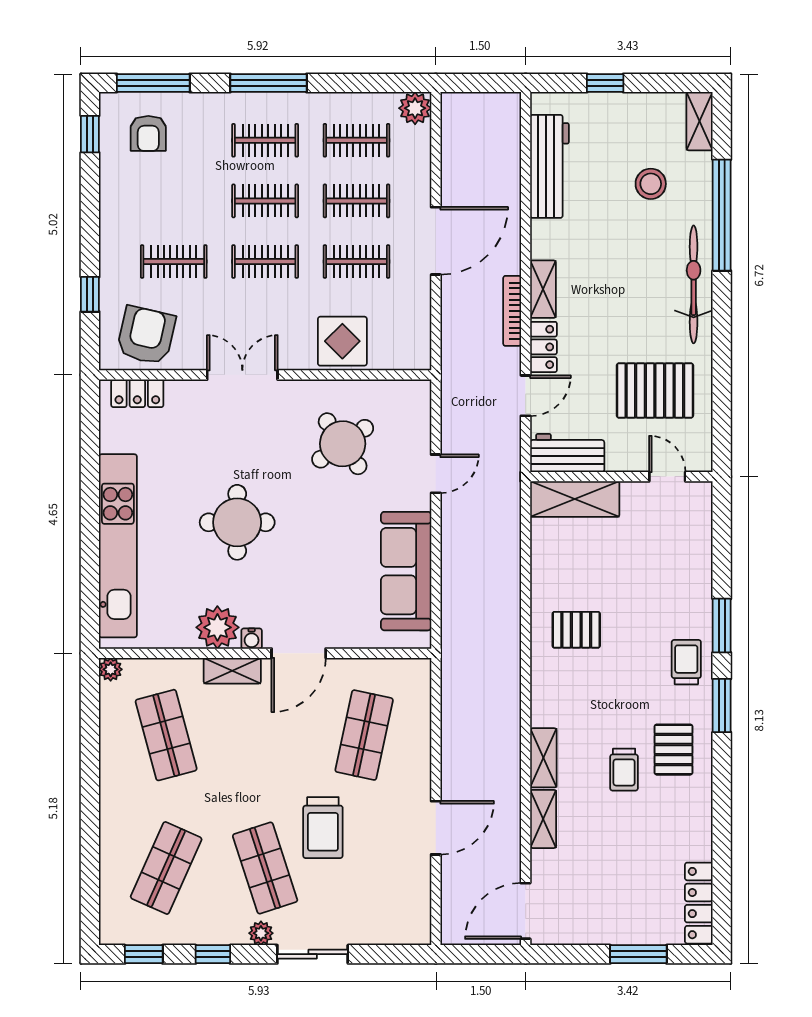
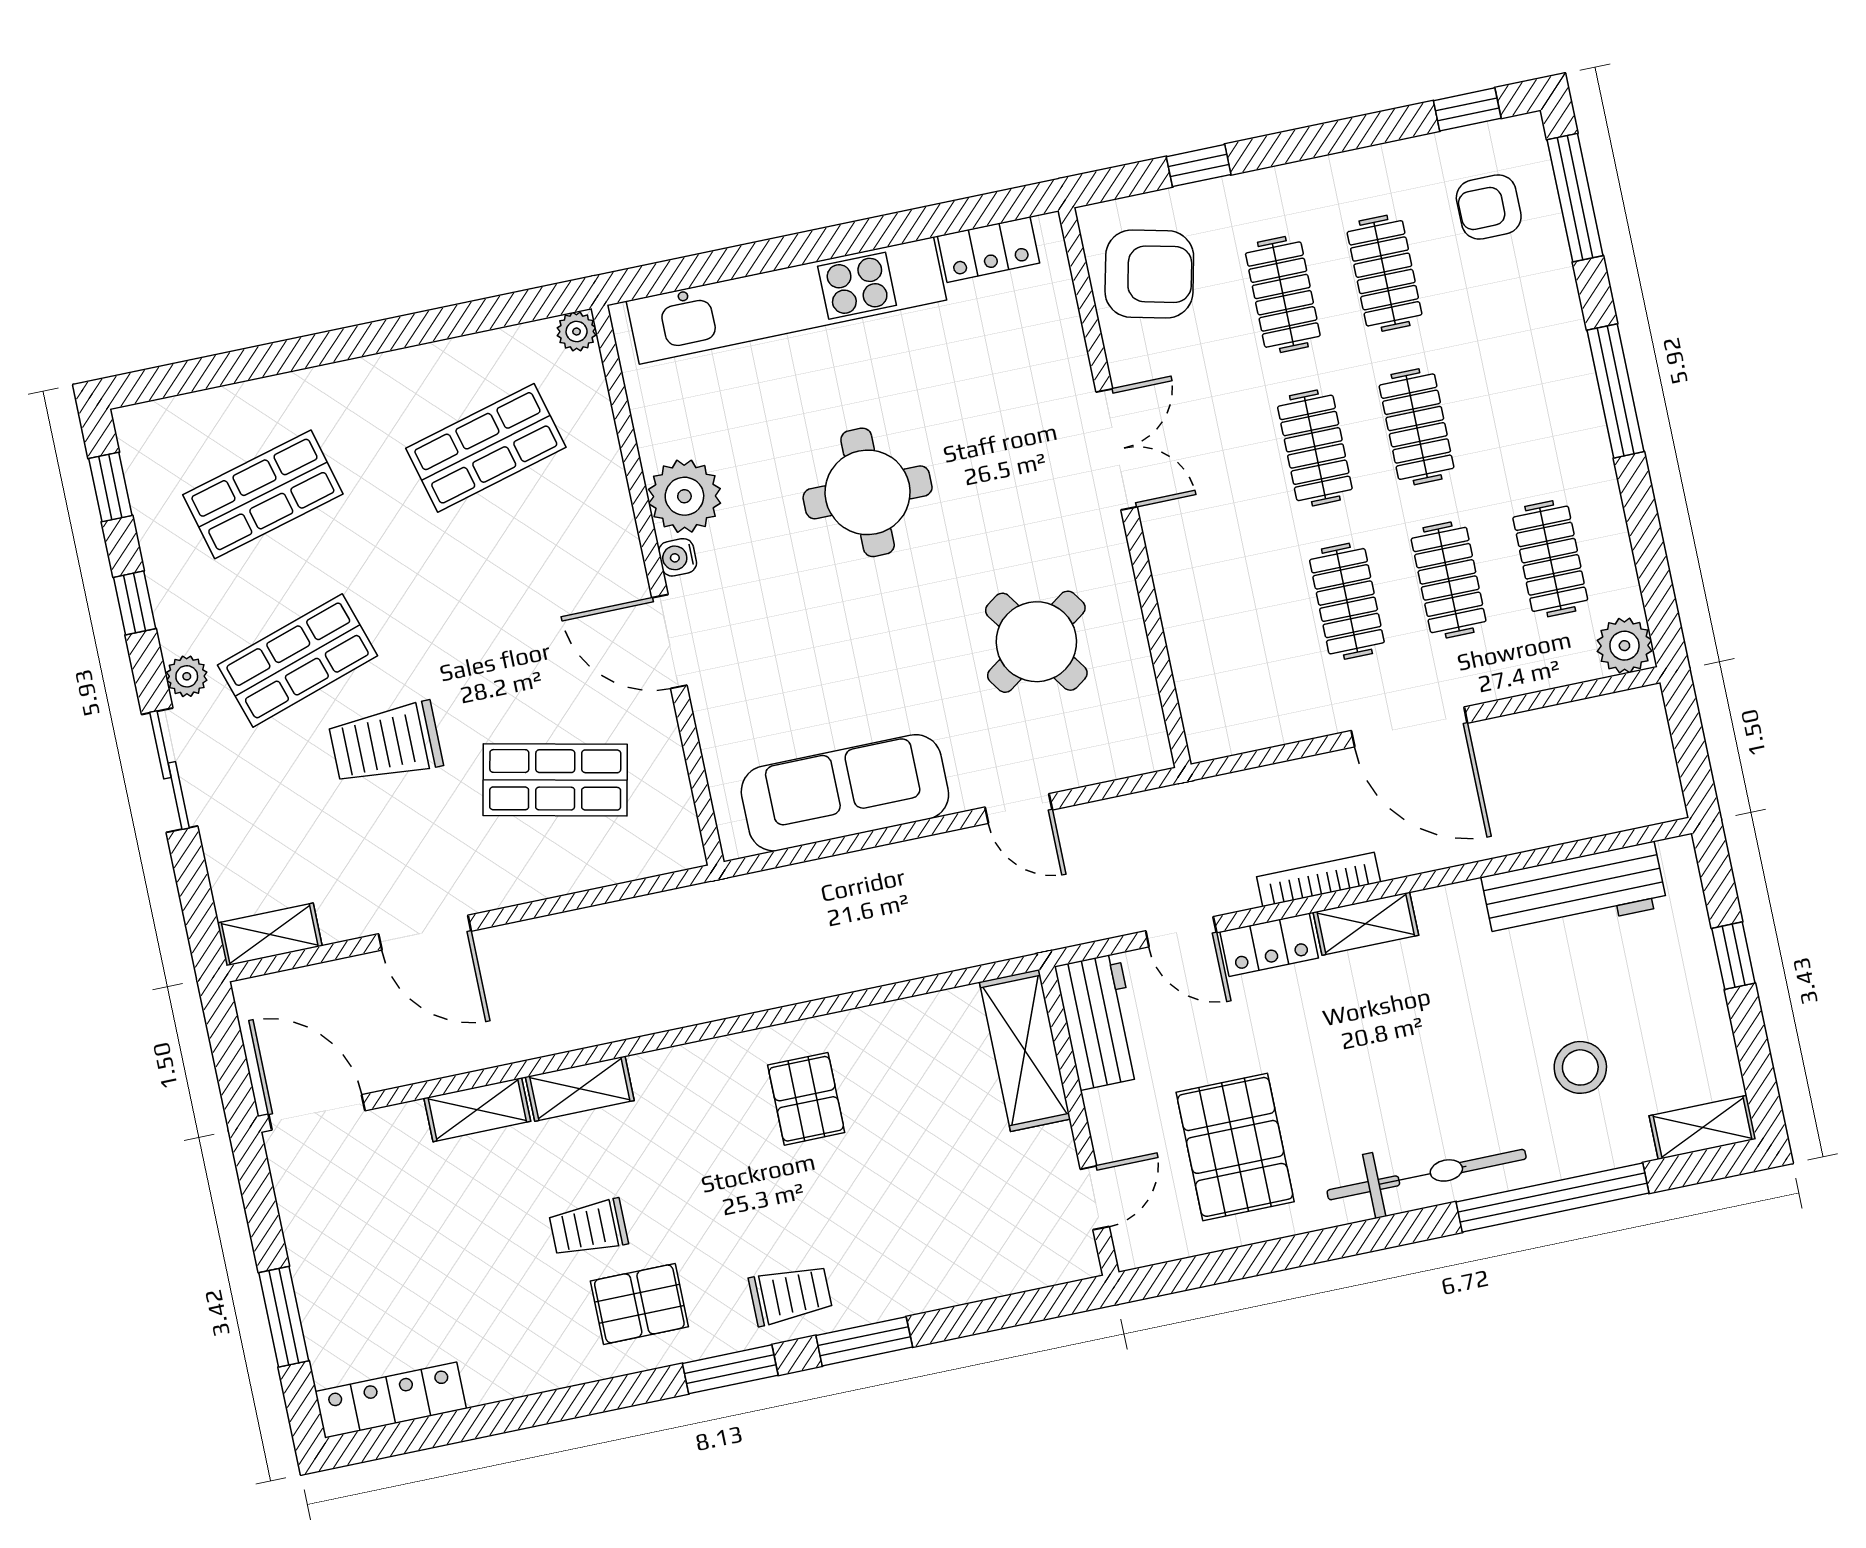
clothes rail: (265, 140) -> (1385, 273), moved
display table: (342, 341) -> (1208, 605), removed
locker: (137, 393) -> (988, 250), moved, turned -90
shelving: (232, 671) -> (270, 935), moved, turned 90
shop shelf: (166, 868) -> (263, 494), turned -39

